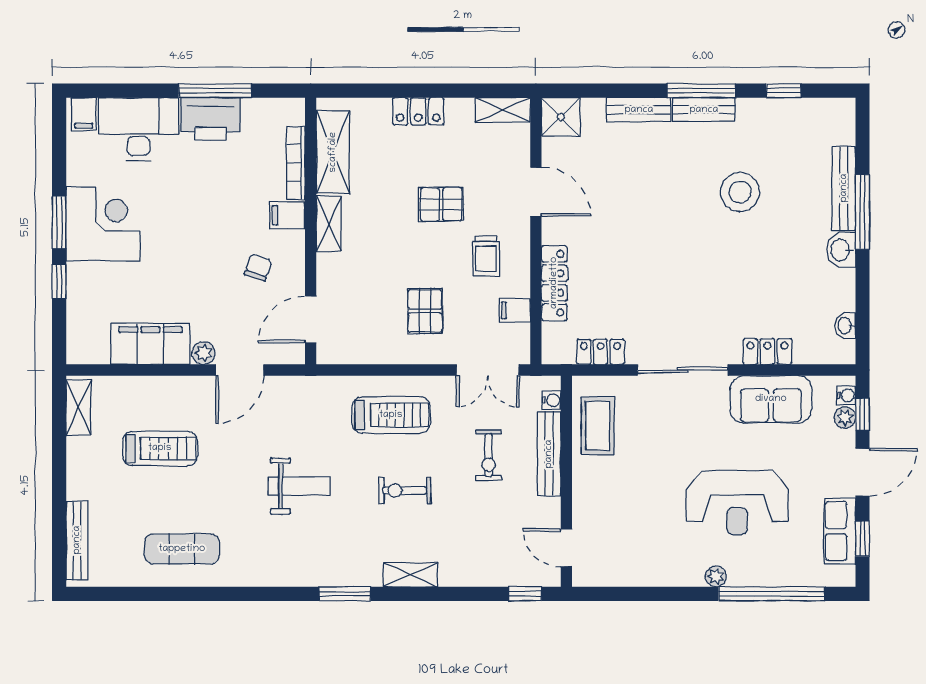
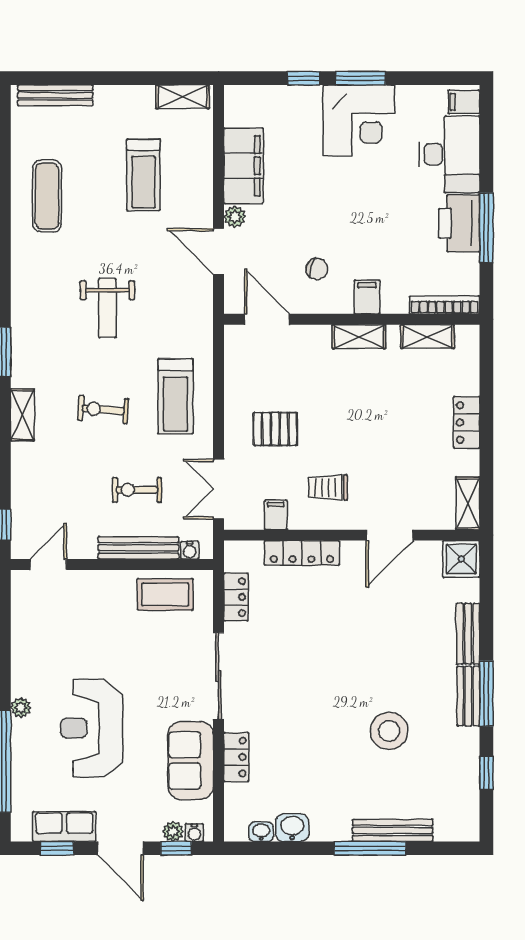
shelving: (333, 152) -> (427, 337), width x0.67, depth x0.75
bookcase: (296, 163) -> (445, 305), moved
pallet: (441, 204) -> (377, 444), removed
washbasin: (841, 250) -> (292, 828), moved
exercise bike: (405, 490) -> (103, 410), turned -86

